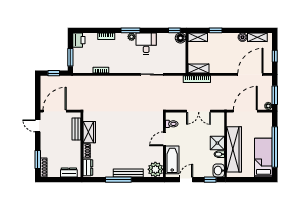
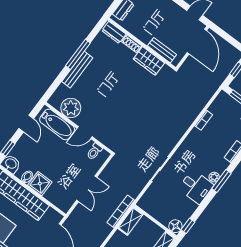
double door: (199, 111) -> (87, 189), swing flipped
door: (164, 139) -> (85, 133), swing flipped
plant: (155, 169) -> (71, 108), moved

